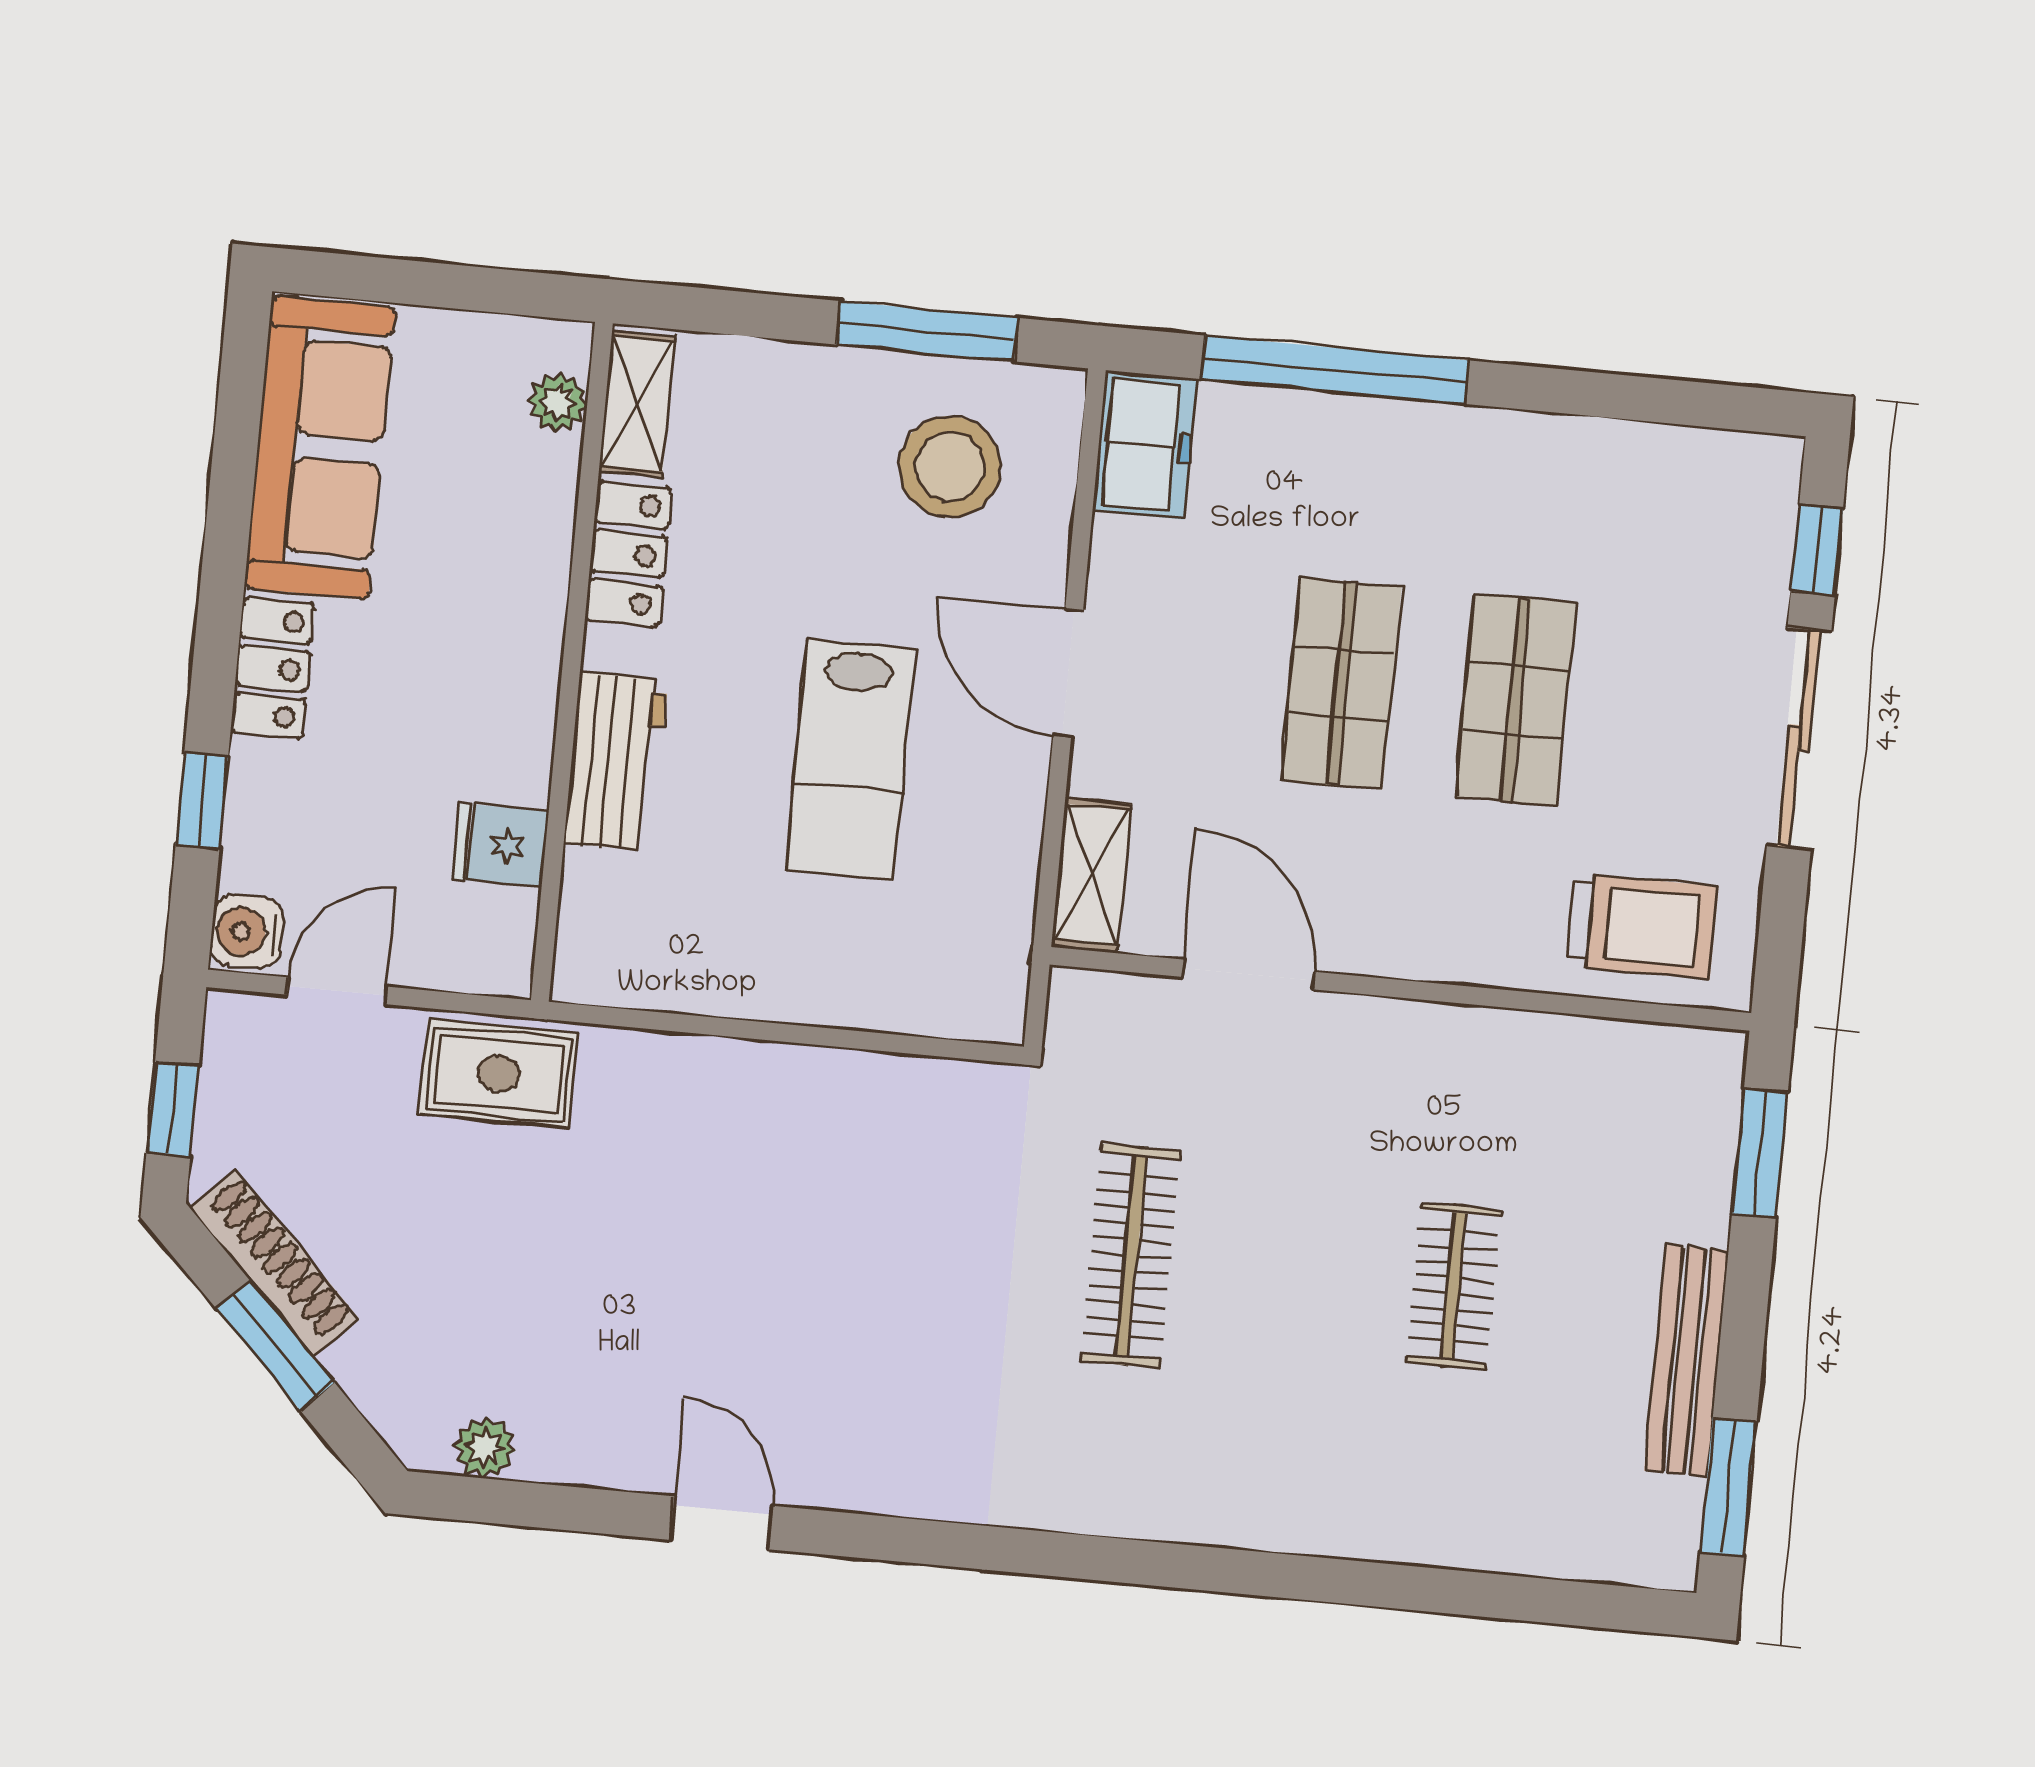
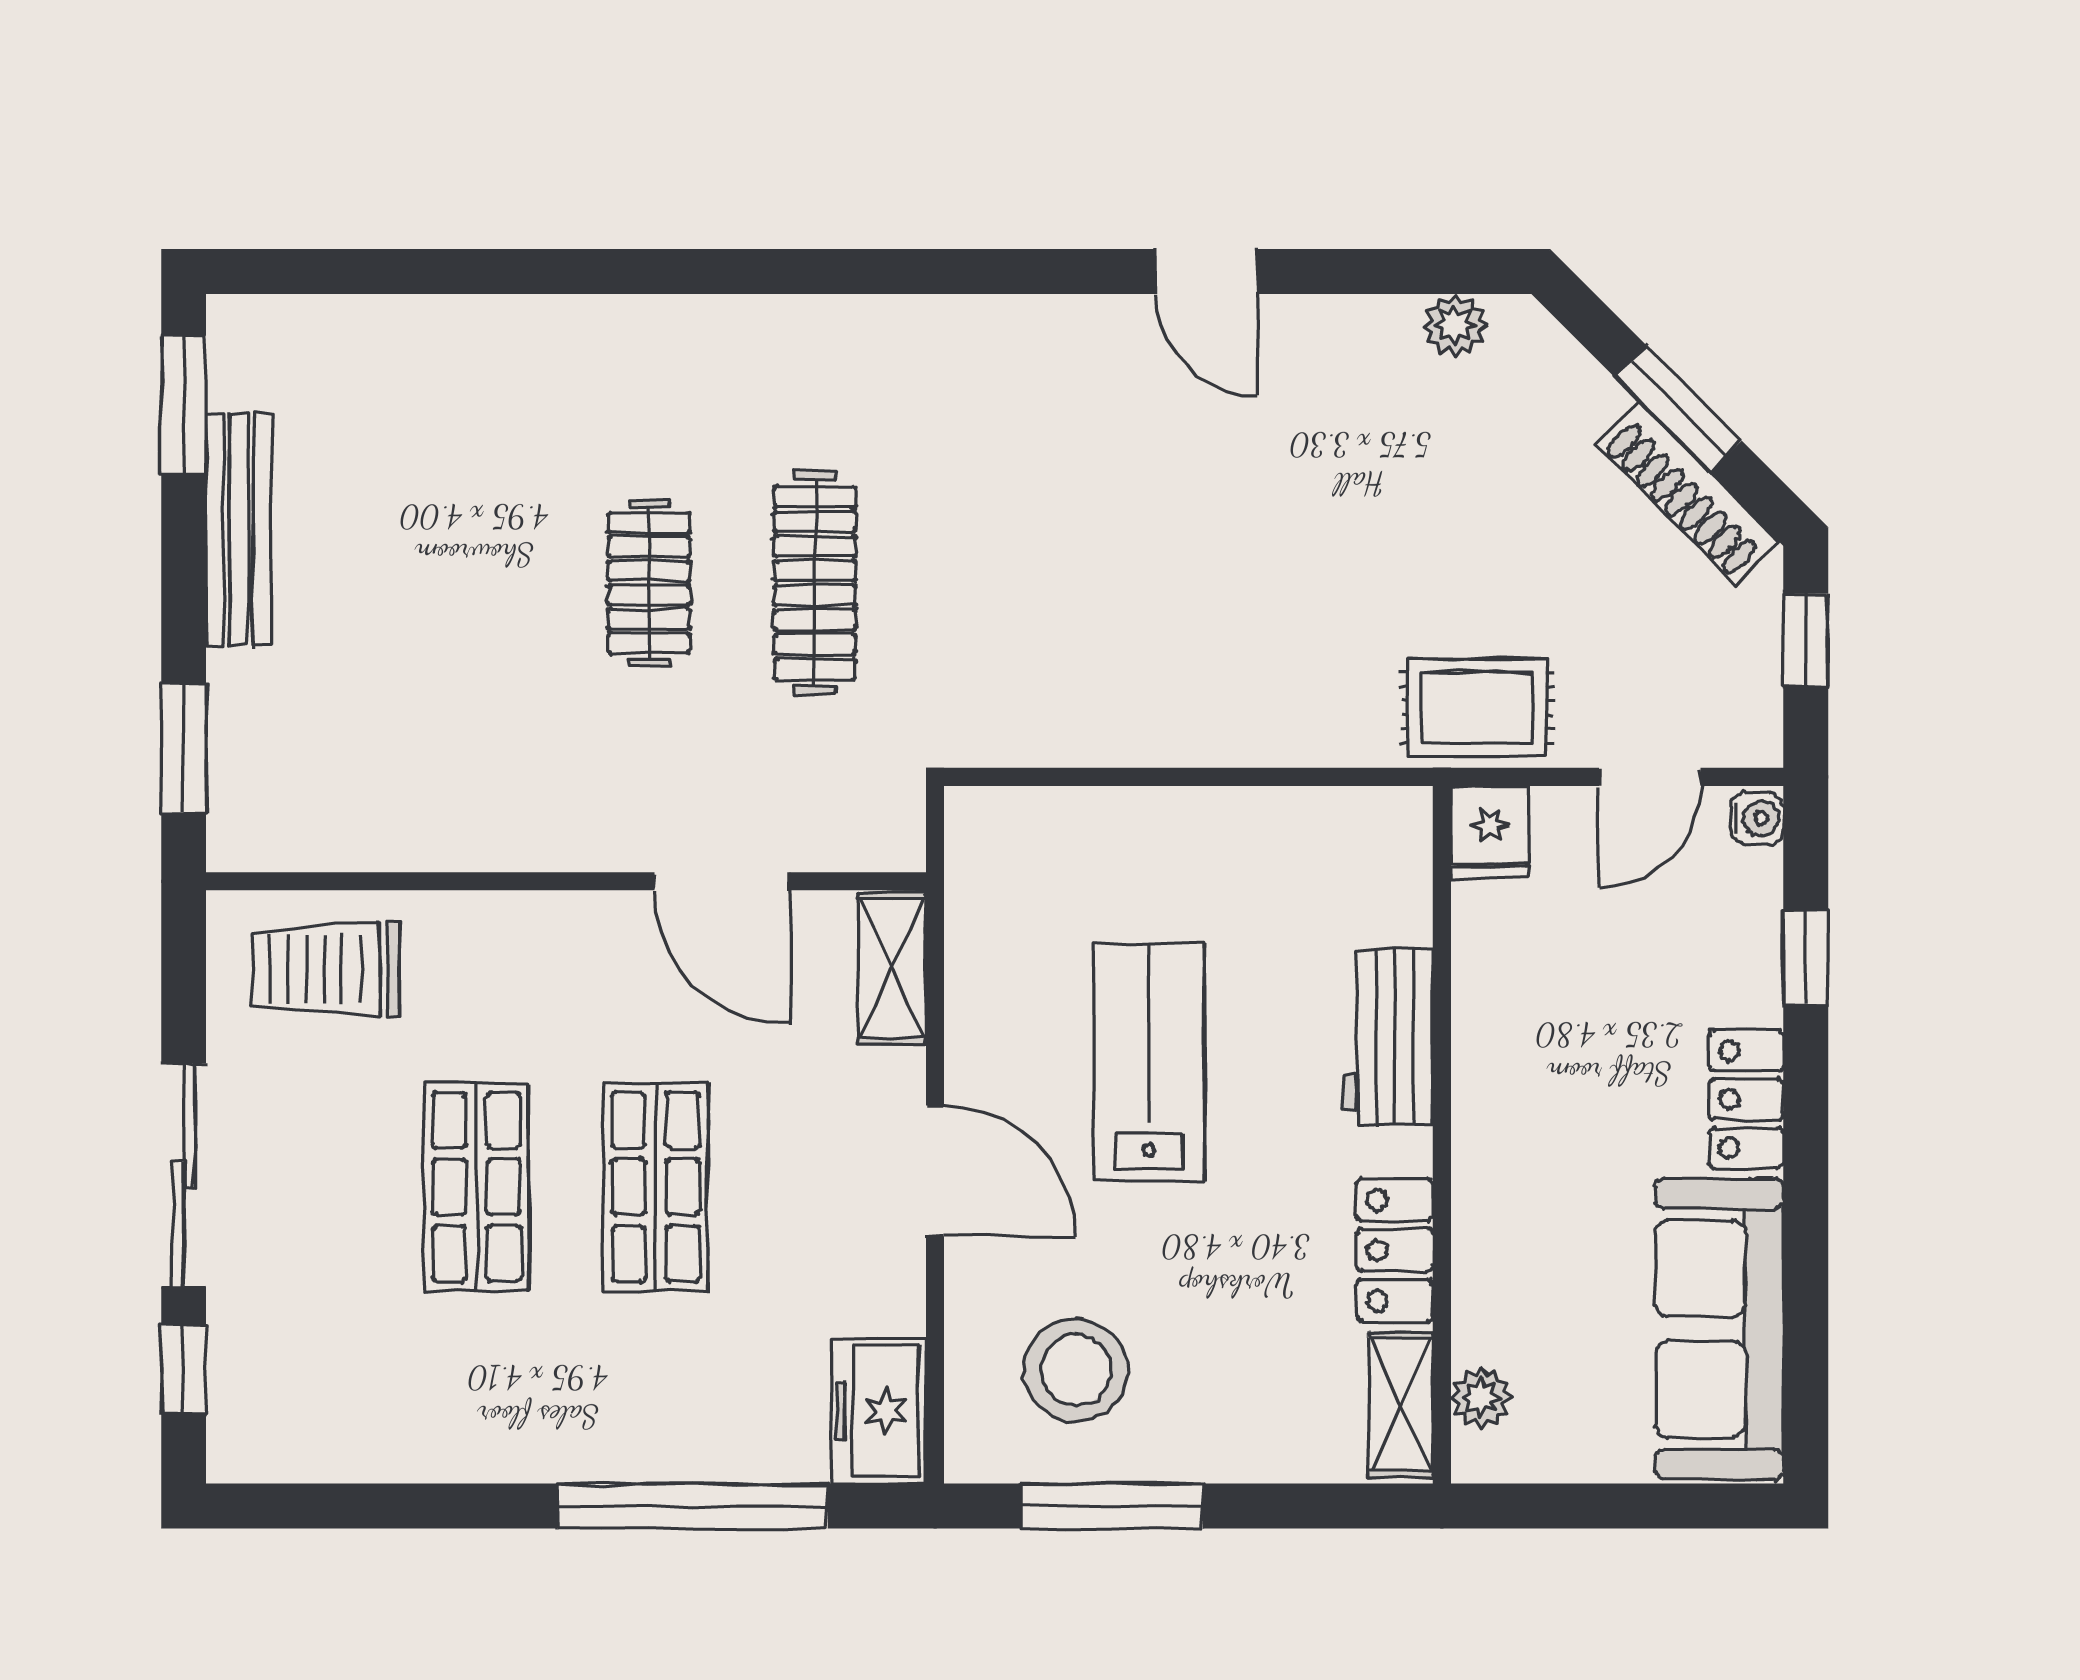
fridge: (500, 845) -> (1490, 832), moved, turned 90
water cooler: (247, 932) -> (1757, 818), width x0.72, depth x0.72
clothes rail: (1454, 1286) -> (649, 583), moved

